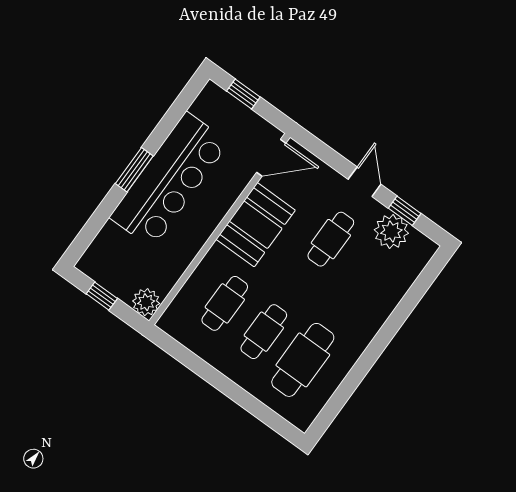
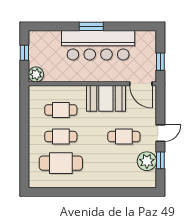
window: (243, 94) -> (160, 62), moved

